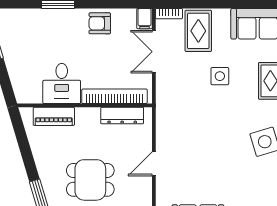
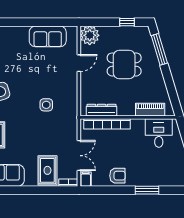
side table: (220, 76) -> (46, 105), moved
desk: (62, 83) -> (159, 133), moved
door: (154, 164) -> (79, 63), moved

